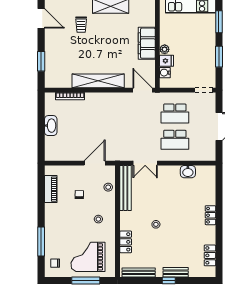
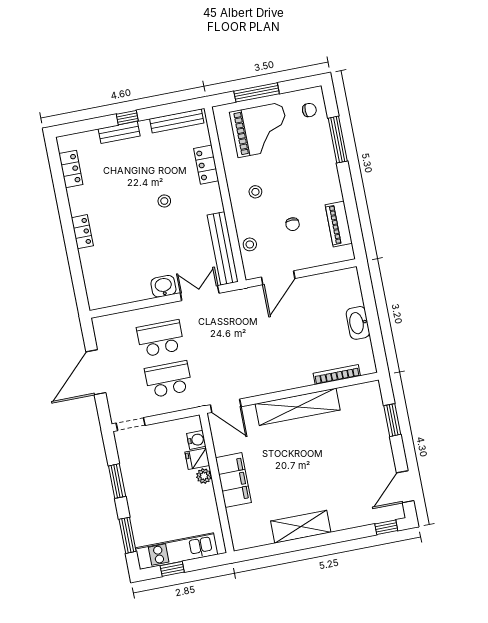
door: (41, 18) -> (405, 487), hinge flipped
trolley: (81, 25) -> (341, 489), removed
washbasin: (188, 172) -> (163, 286), moved

